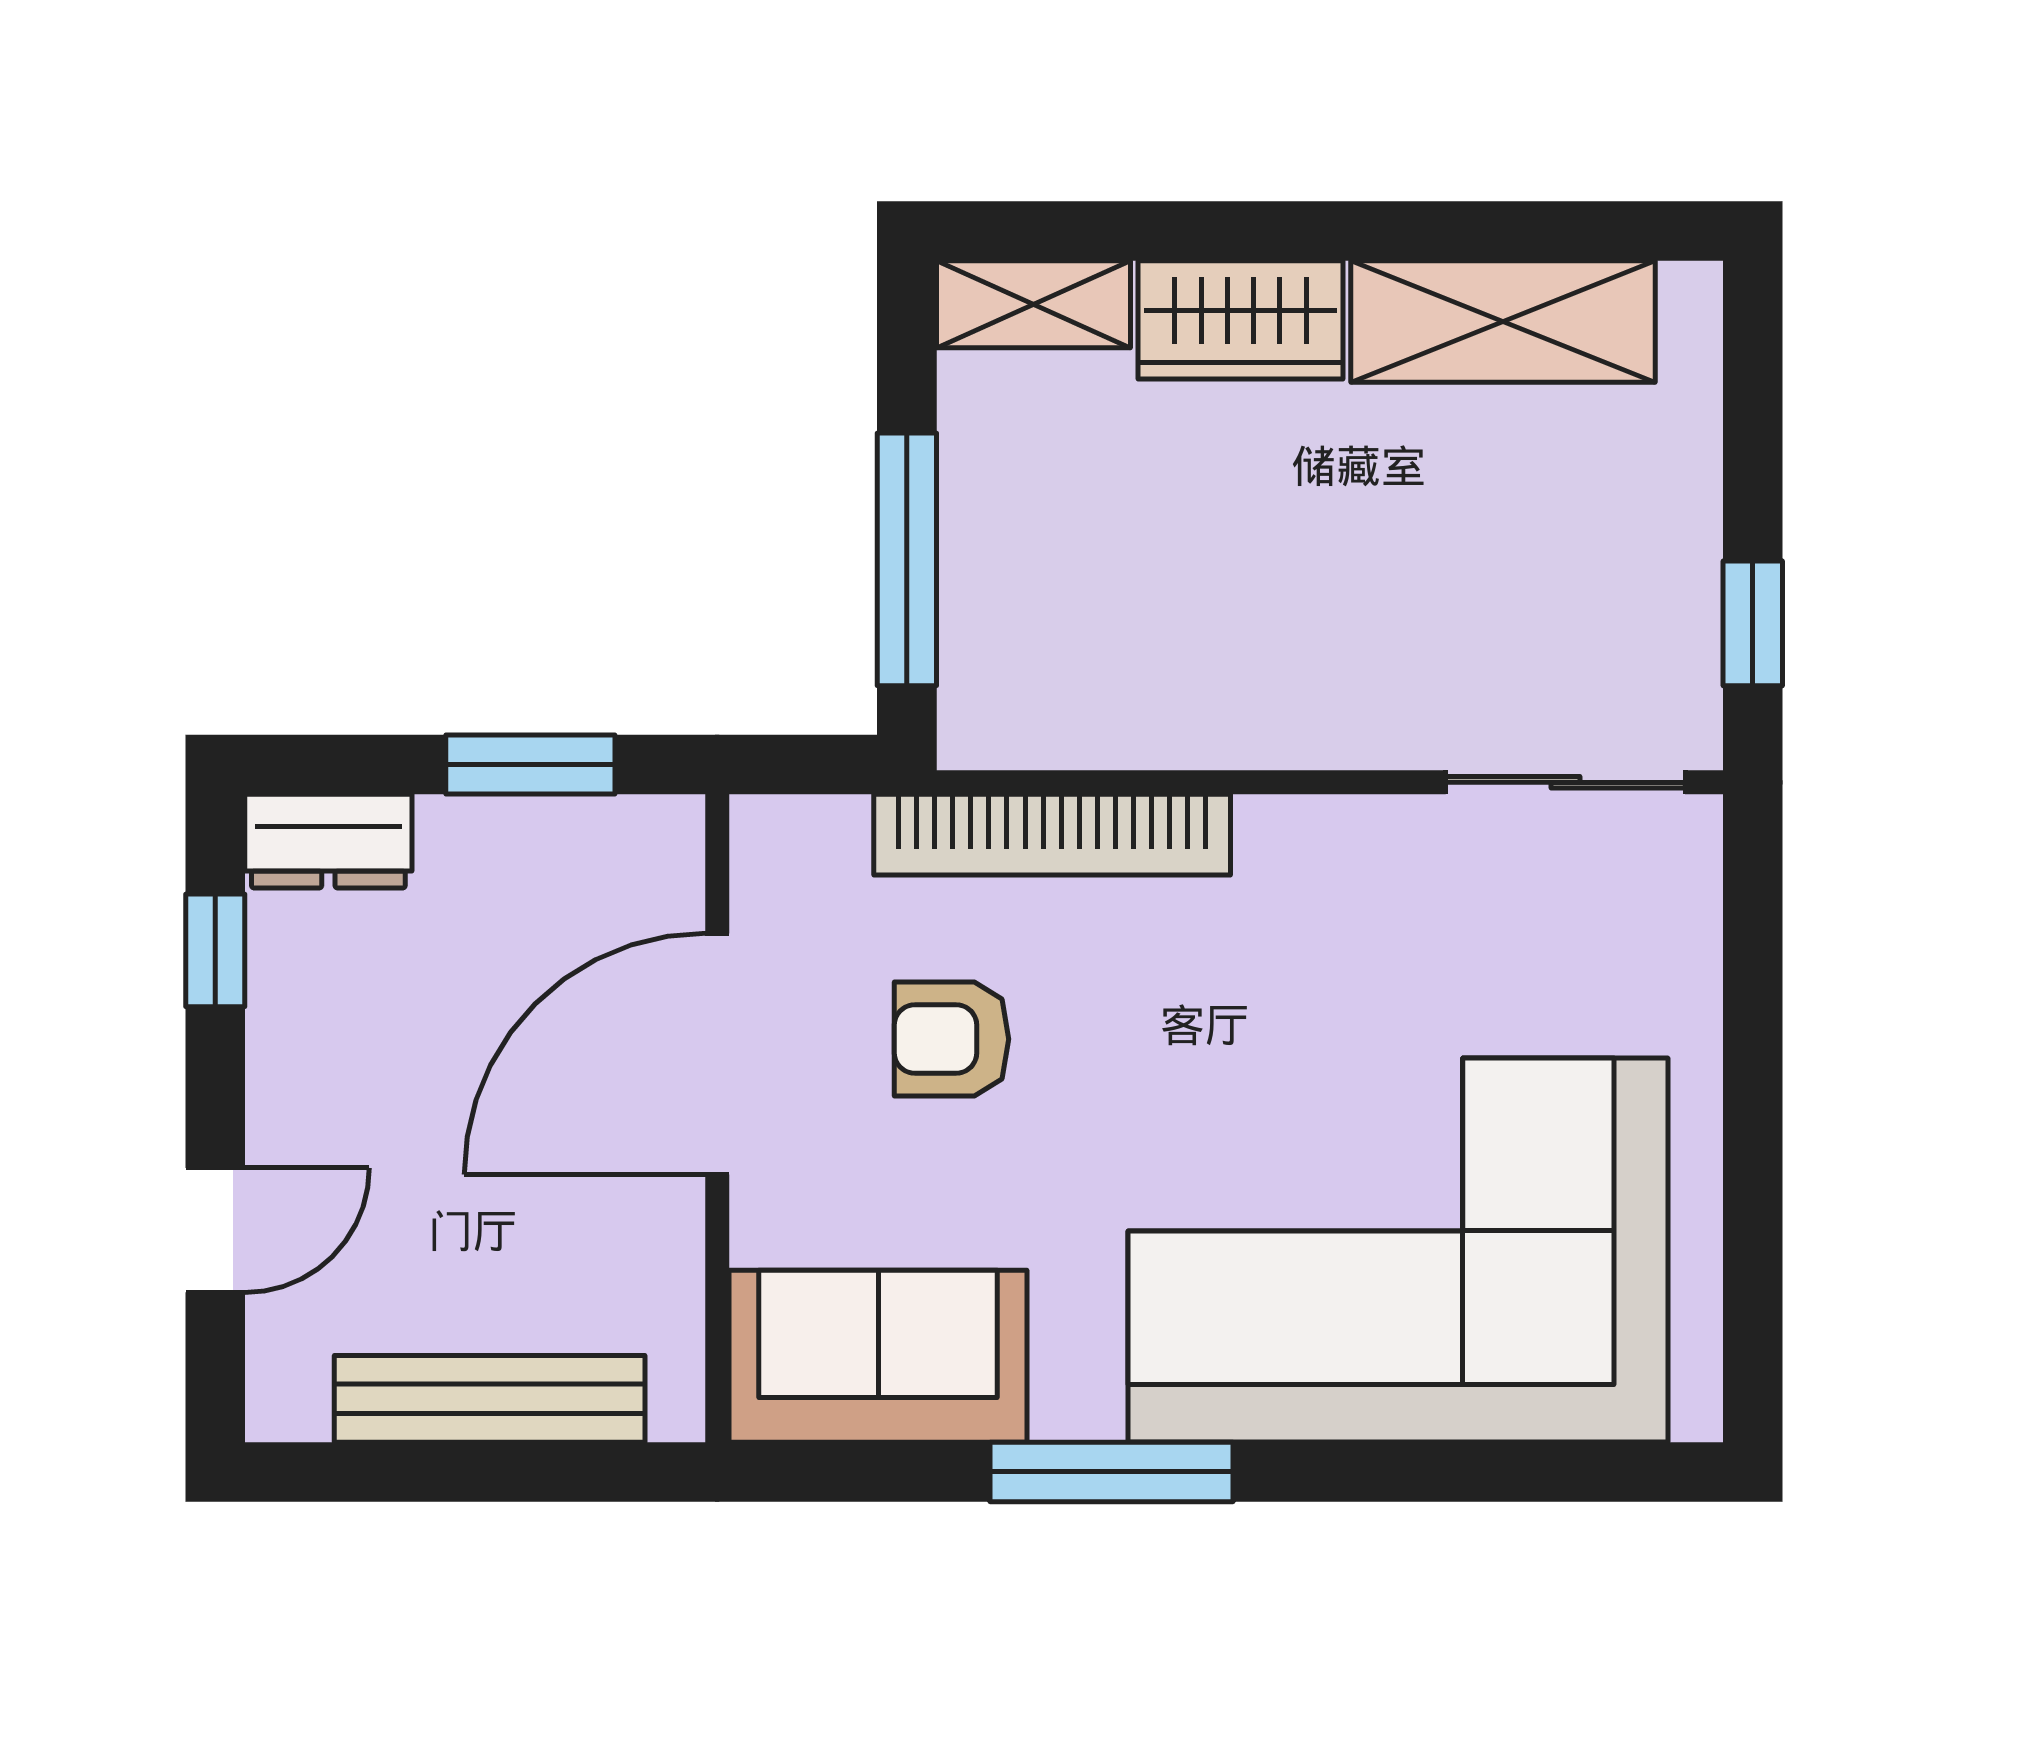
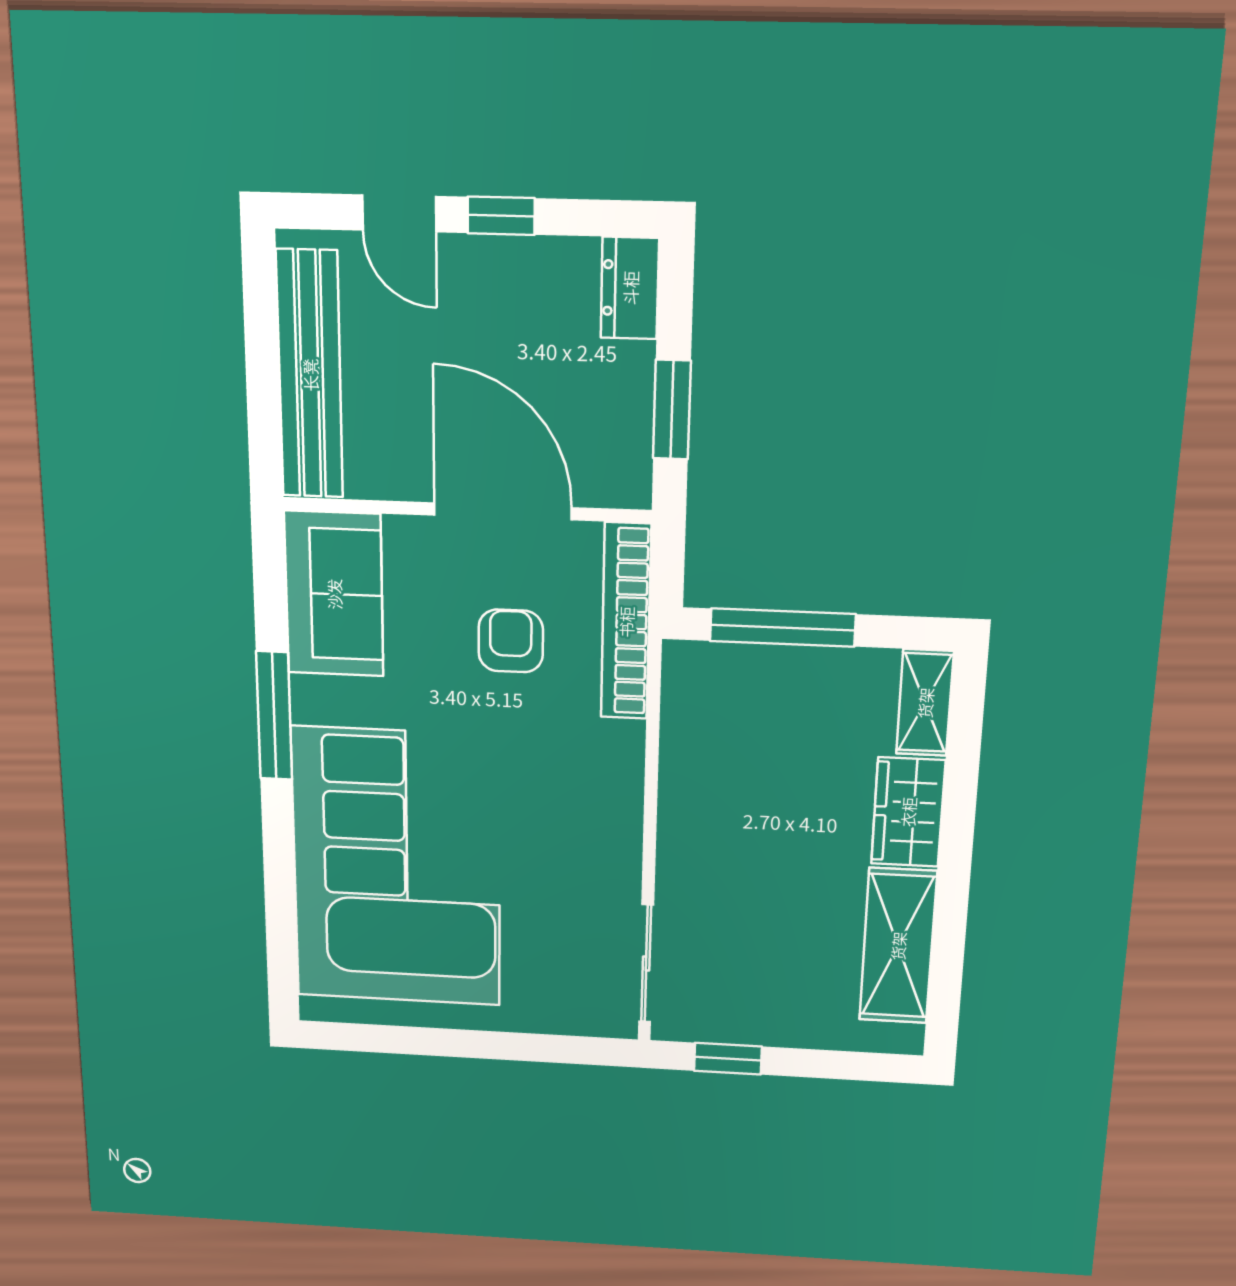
bookcase: (1052, 835) -> (626, 622), moved
window: (215, 950) -> (501, 216), moved
bench: (490, 1399) -> (310, 375), width x1.37, depth x1.21

